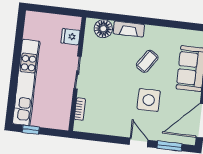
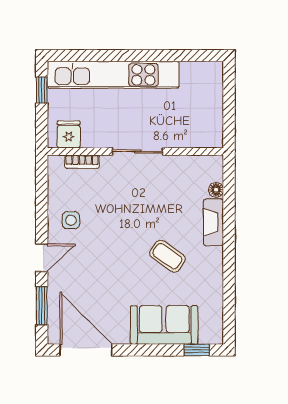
floor lamp: (103, 29) -> (216, 190), width x0.53, depth x0.53
fridge: (71, 37) -> (69, 135), moved
side table: (149, 100) -> (71, 220), moved, width x0.54, depth x0.54

